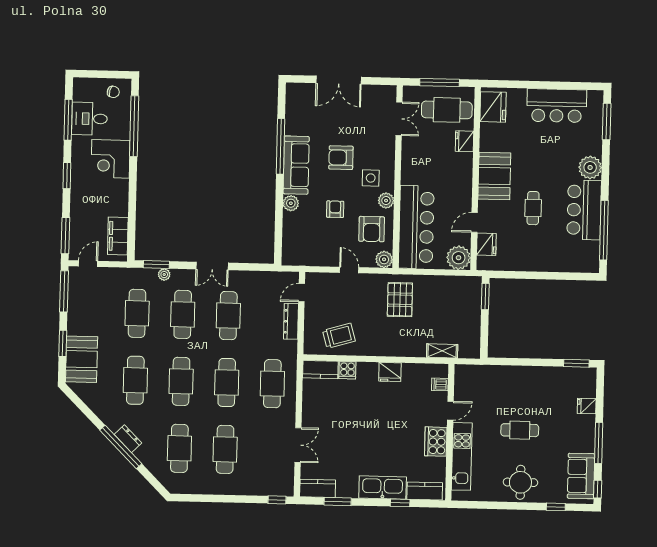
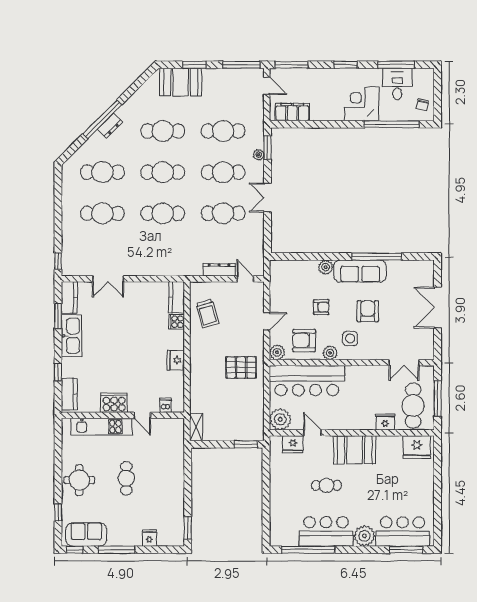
bar counter: (557, 106) -> (403, 531), moved, turned 90
shelving: (442, 351) -> (196, 427), moved
cafe table: (272, 384) -> (163, 254), removed
kitchen sink: (383, 488) -> (72, 336), moved

